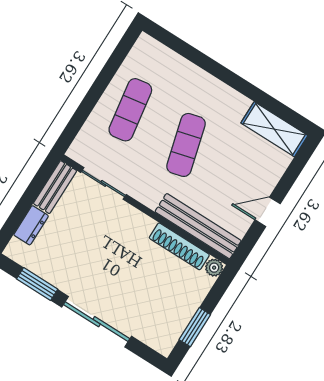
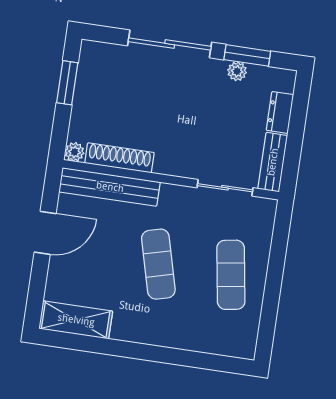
door: (268, 212) -> (45, 233), width x1.38
plant: (51, 275) -> (237, 71), added

